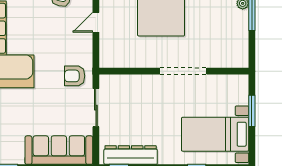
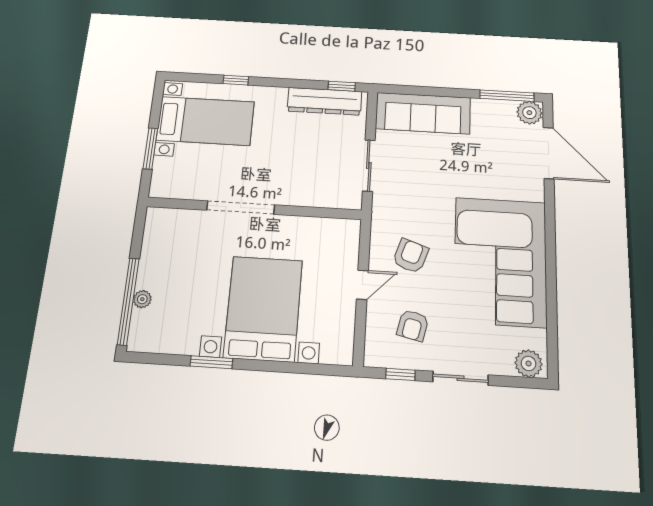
armchair: (75, 76) -> (411, 256), moved, turned -71

